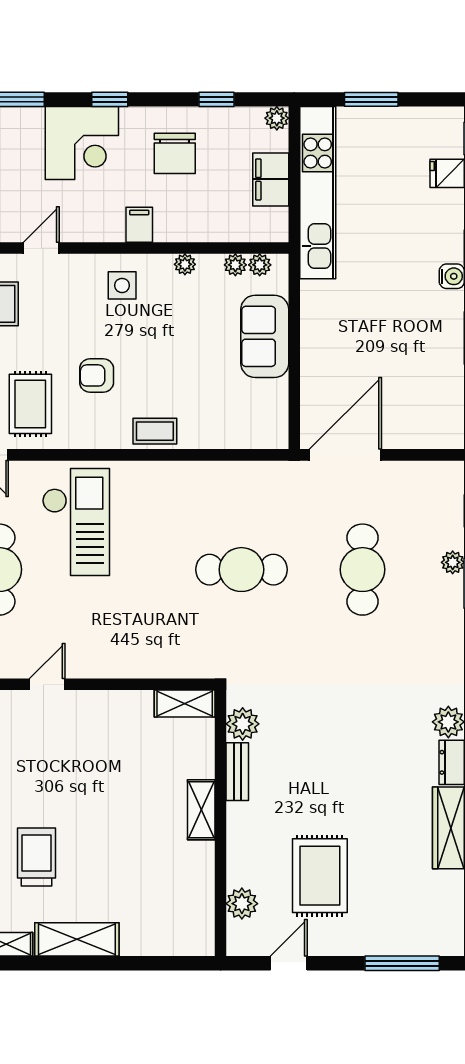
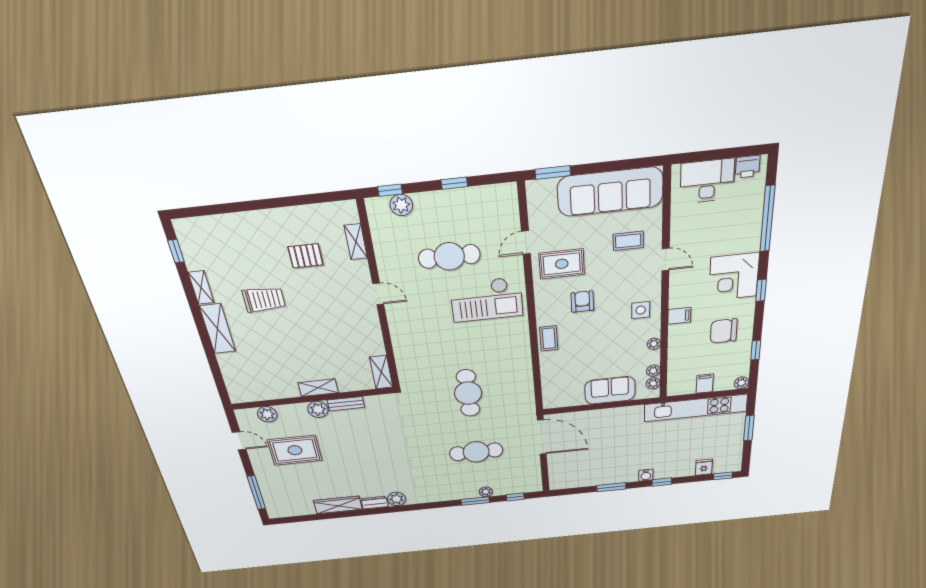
filing cabinet: (271, 179) -> (705, 384), width x0.50
plant: (243, 724) -> (318, 409), moved

